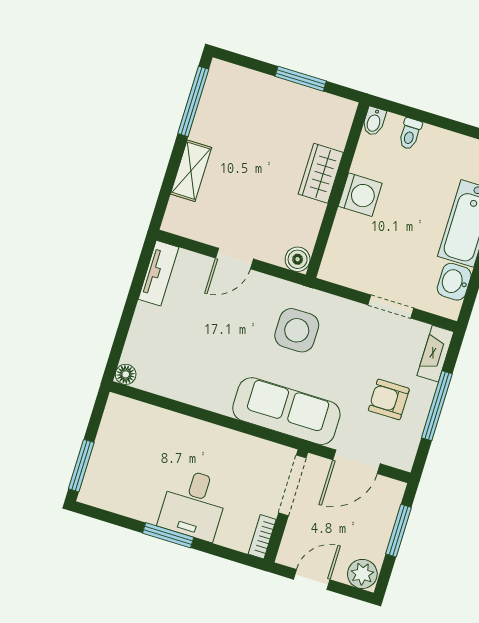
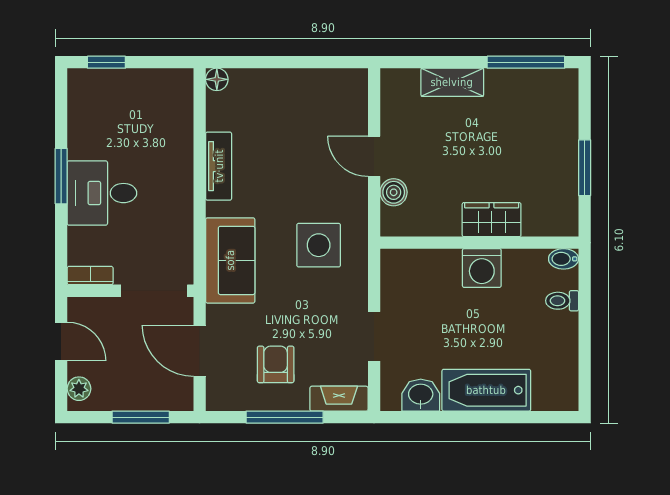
boiler: (298, 259) -> (394, 192), moved
tv unit: (158, 273) -> (219, 166), moved, turned -90
sofa: (286, 411) -> (230, 260), width x0.73
window: (81, 466) -> (106, 62), width x0.67
plant: (362, 574) -> (79, 389), width x0.73, depth x0.73

